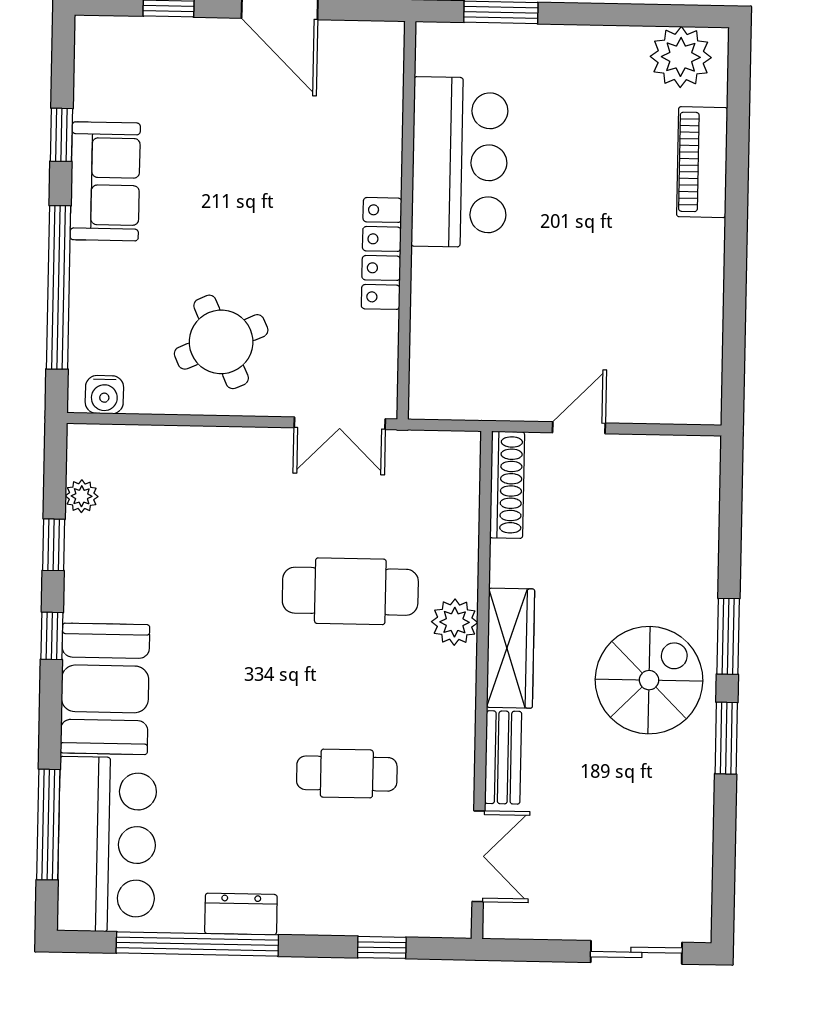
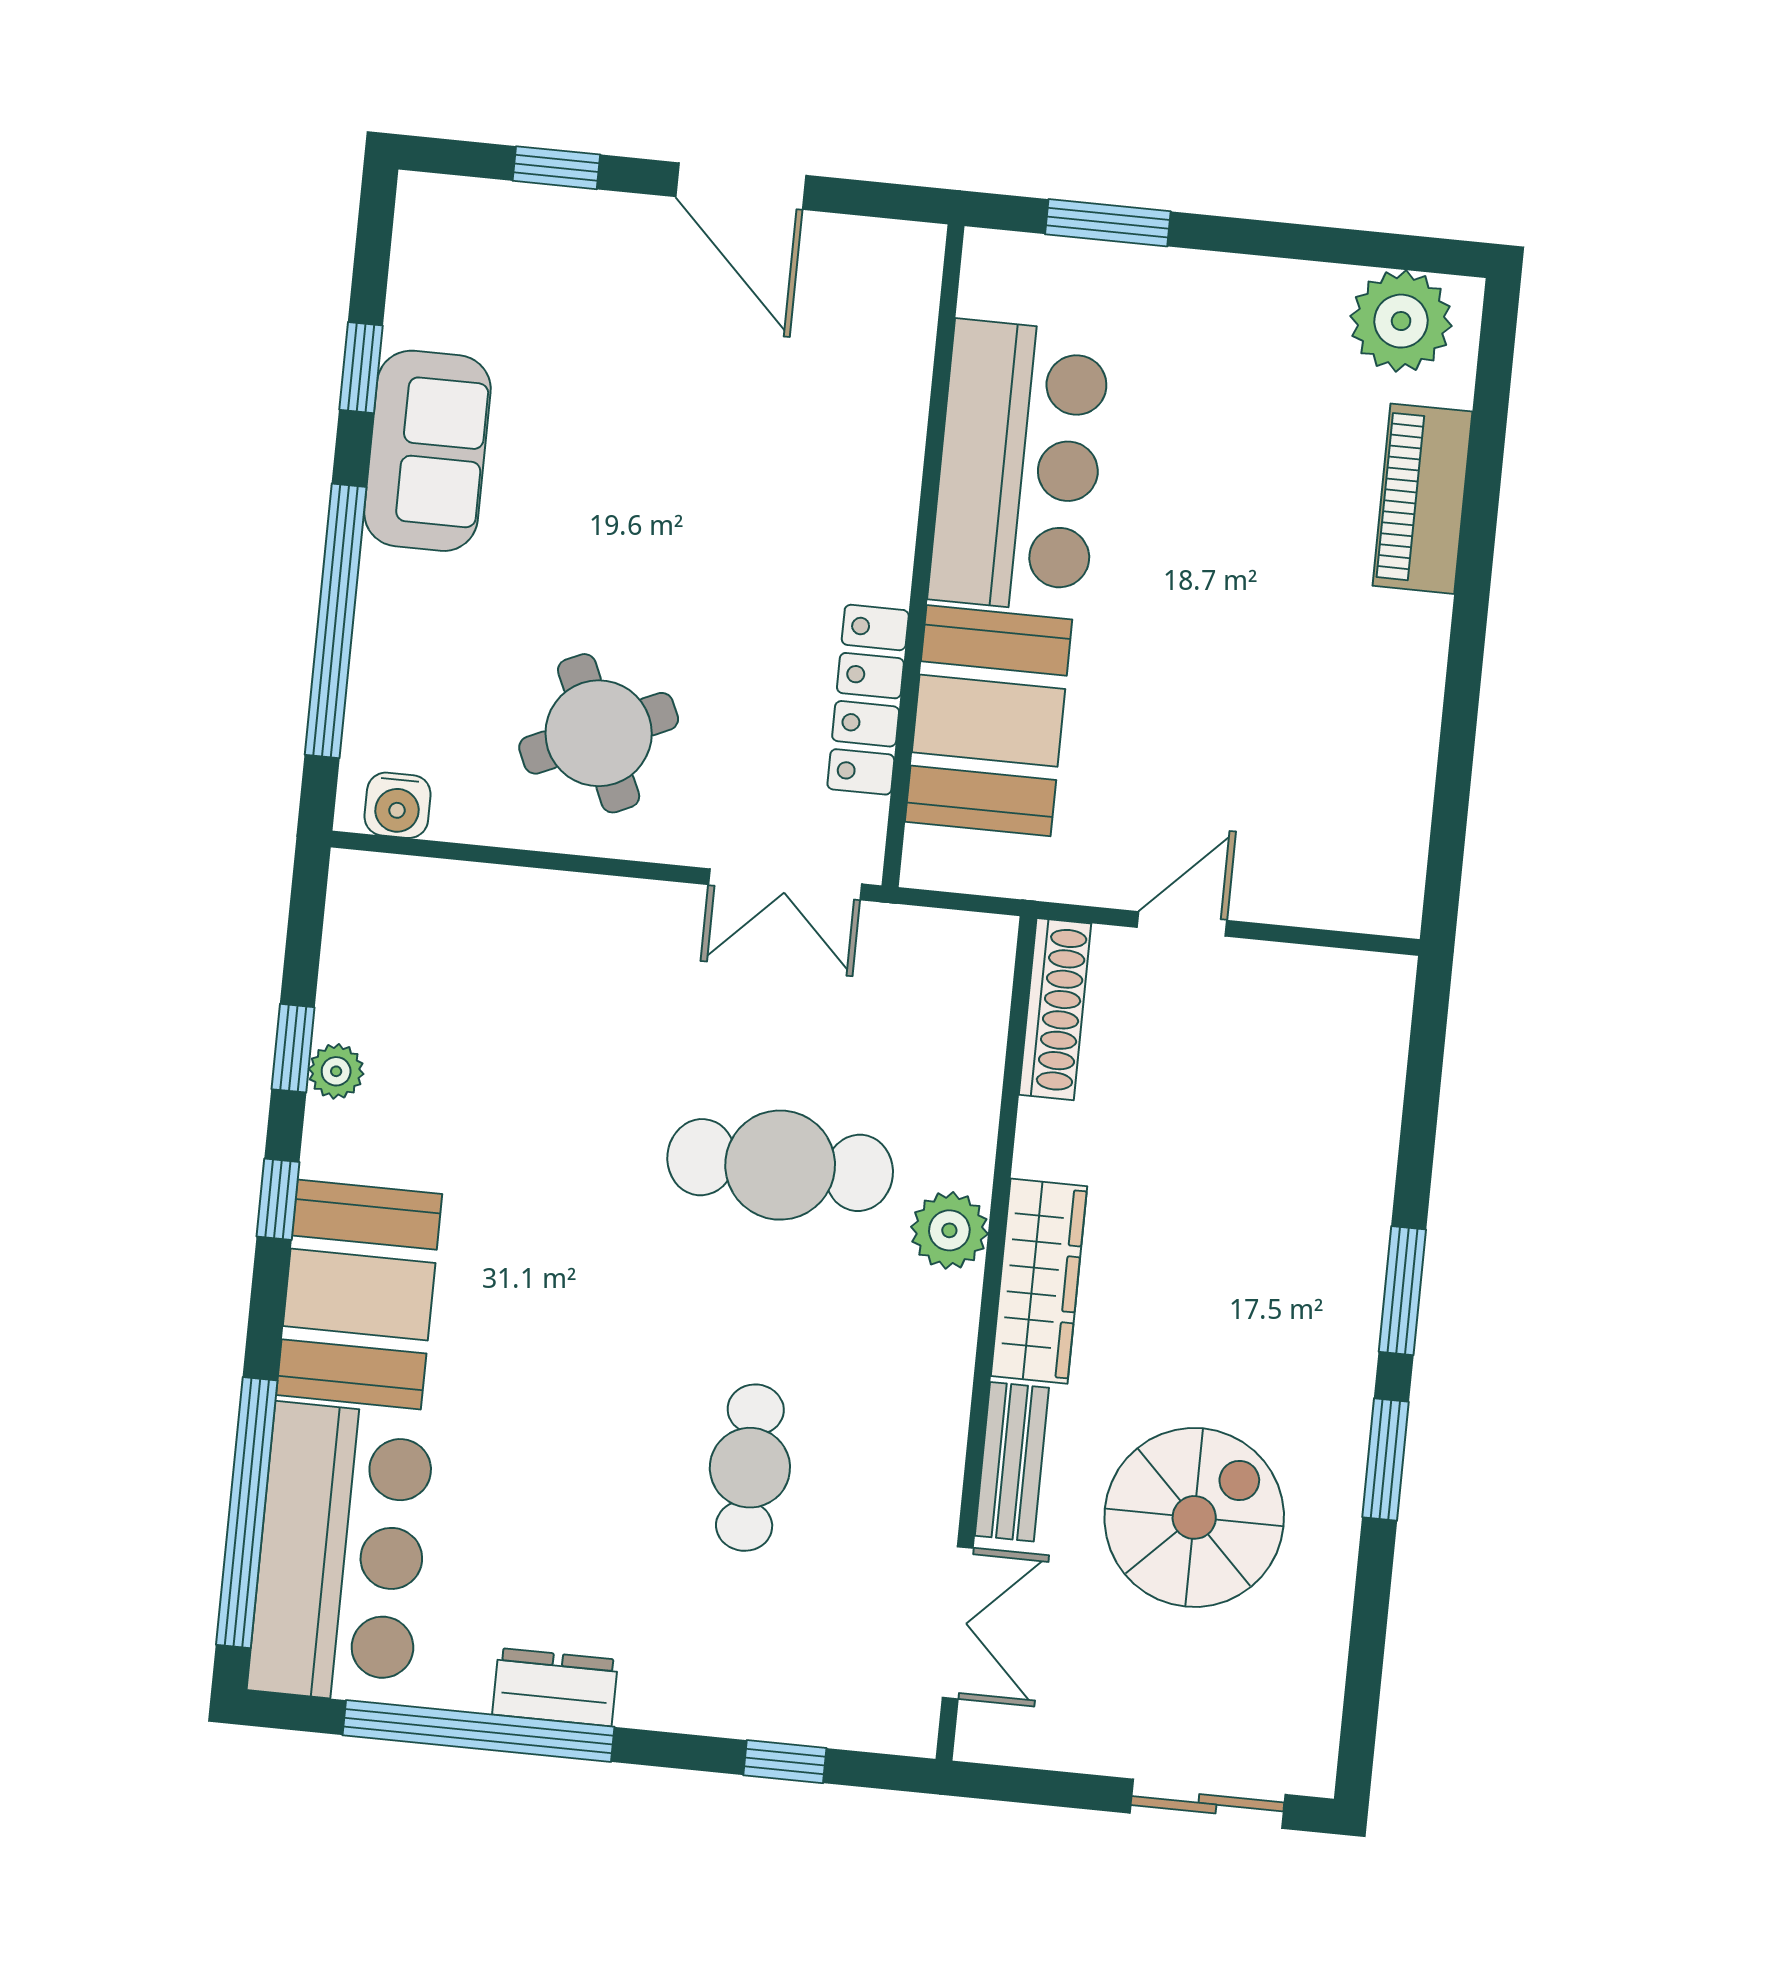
locker: (382, 253) -> (868, 700), moved
booth: (453, 316) -> (989, 721), added
plant: (82, 496) -> (336, 1071), moved
spiral stairs: (649, 680) -> (1194, 1517), moved
cafe table: (347, 774) -> (750, 1468), turned 90
window: (48, 825) -> (247, 1513), width x1.46

